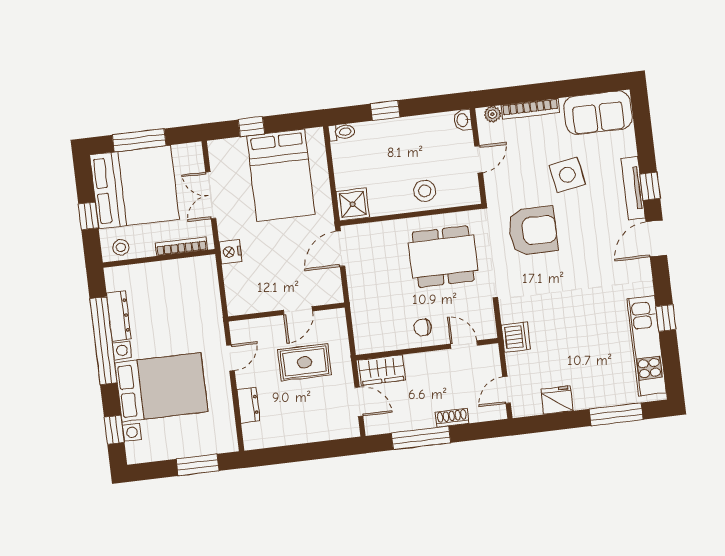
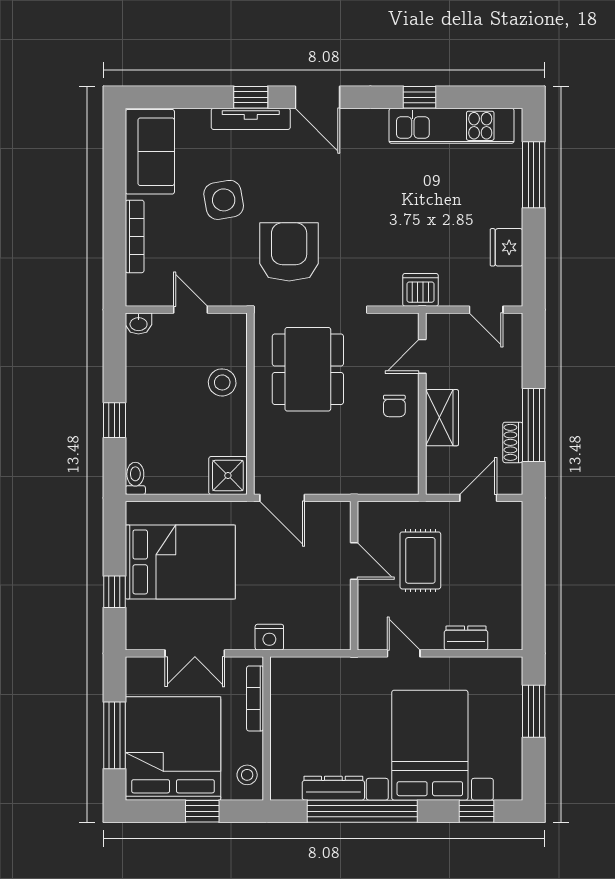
plant: (492, 114) -> (136, 285), removed
wardrobe: (382, 370) -> (442, 418), moved
shoe rack: (452, 418) -> (513, 442), moved

